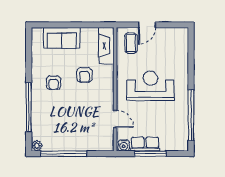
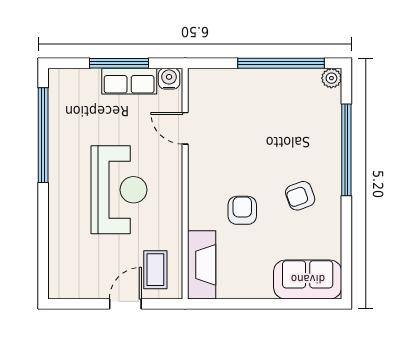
sofa: (62, 38) -> (308, 279), moved
armchair: (54, 83) -> (300, 196), turned -110
reception desk: (150, 86) -> (119, 190), turned -90

